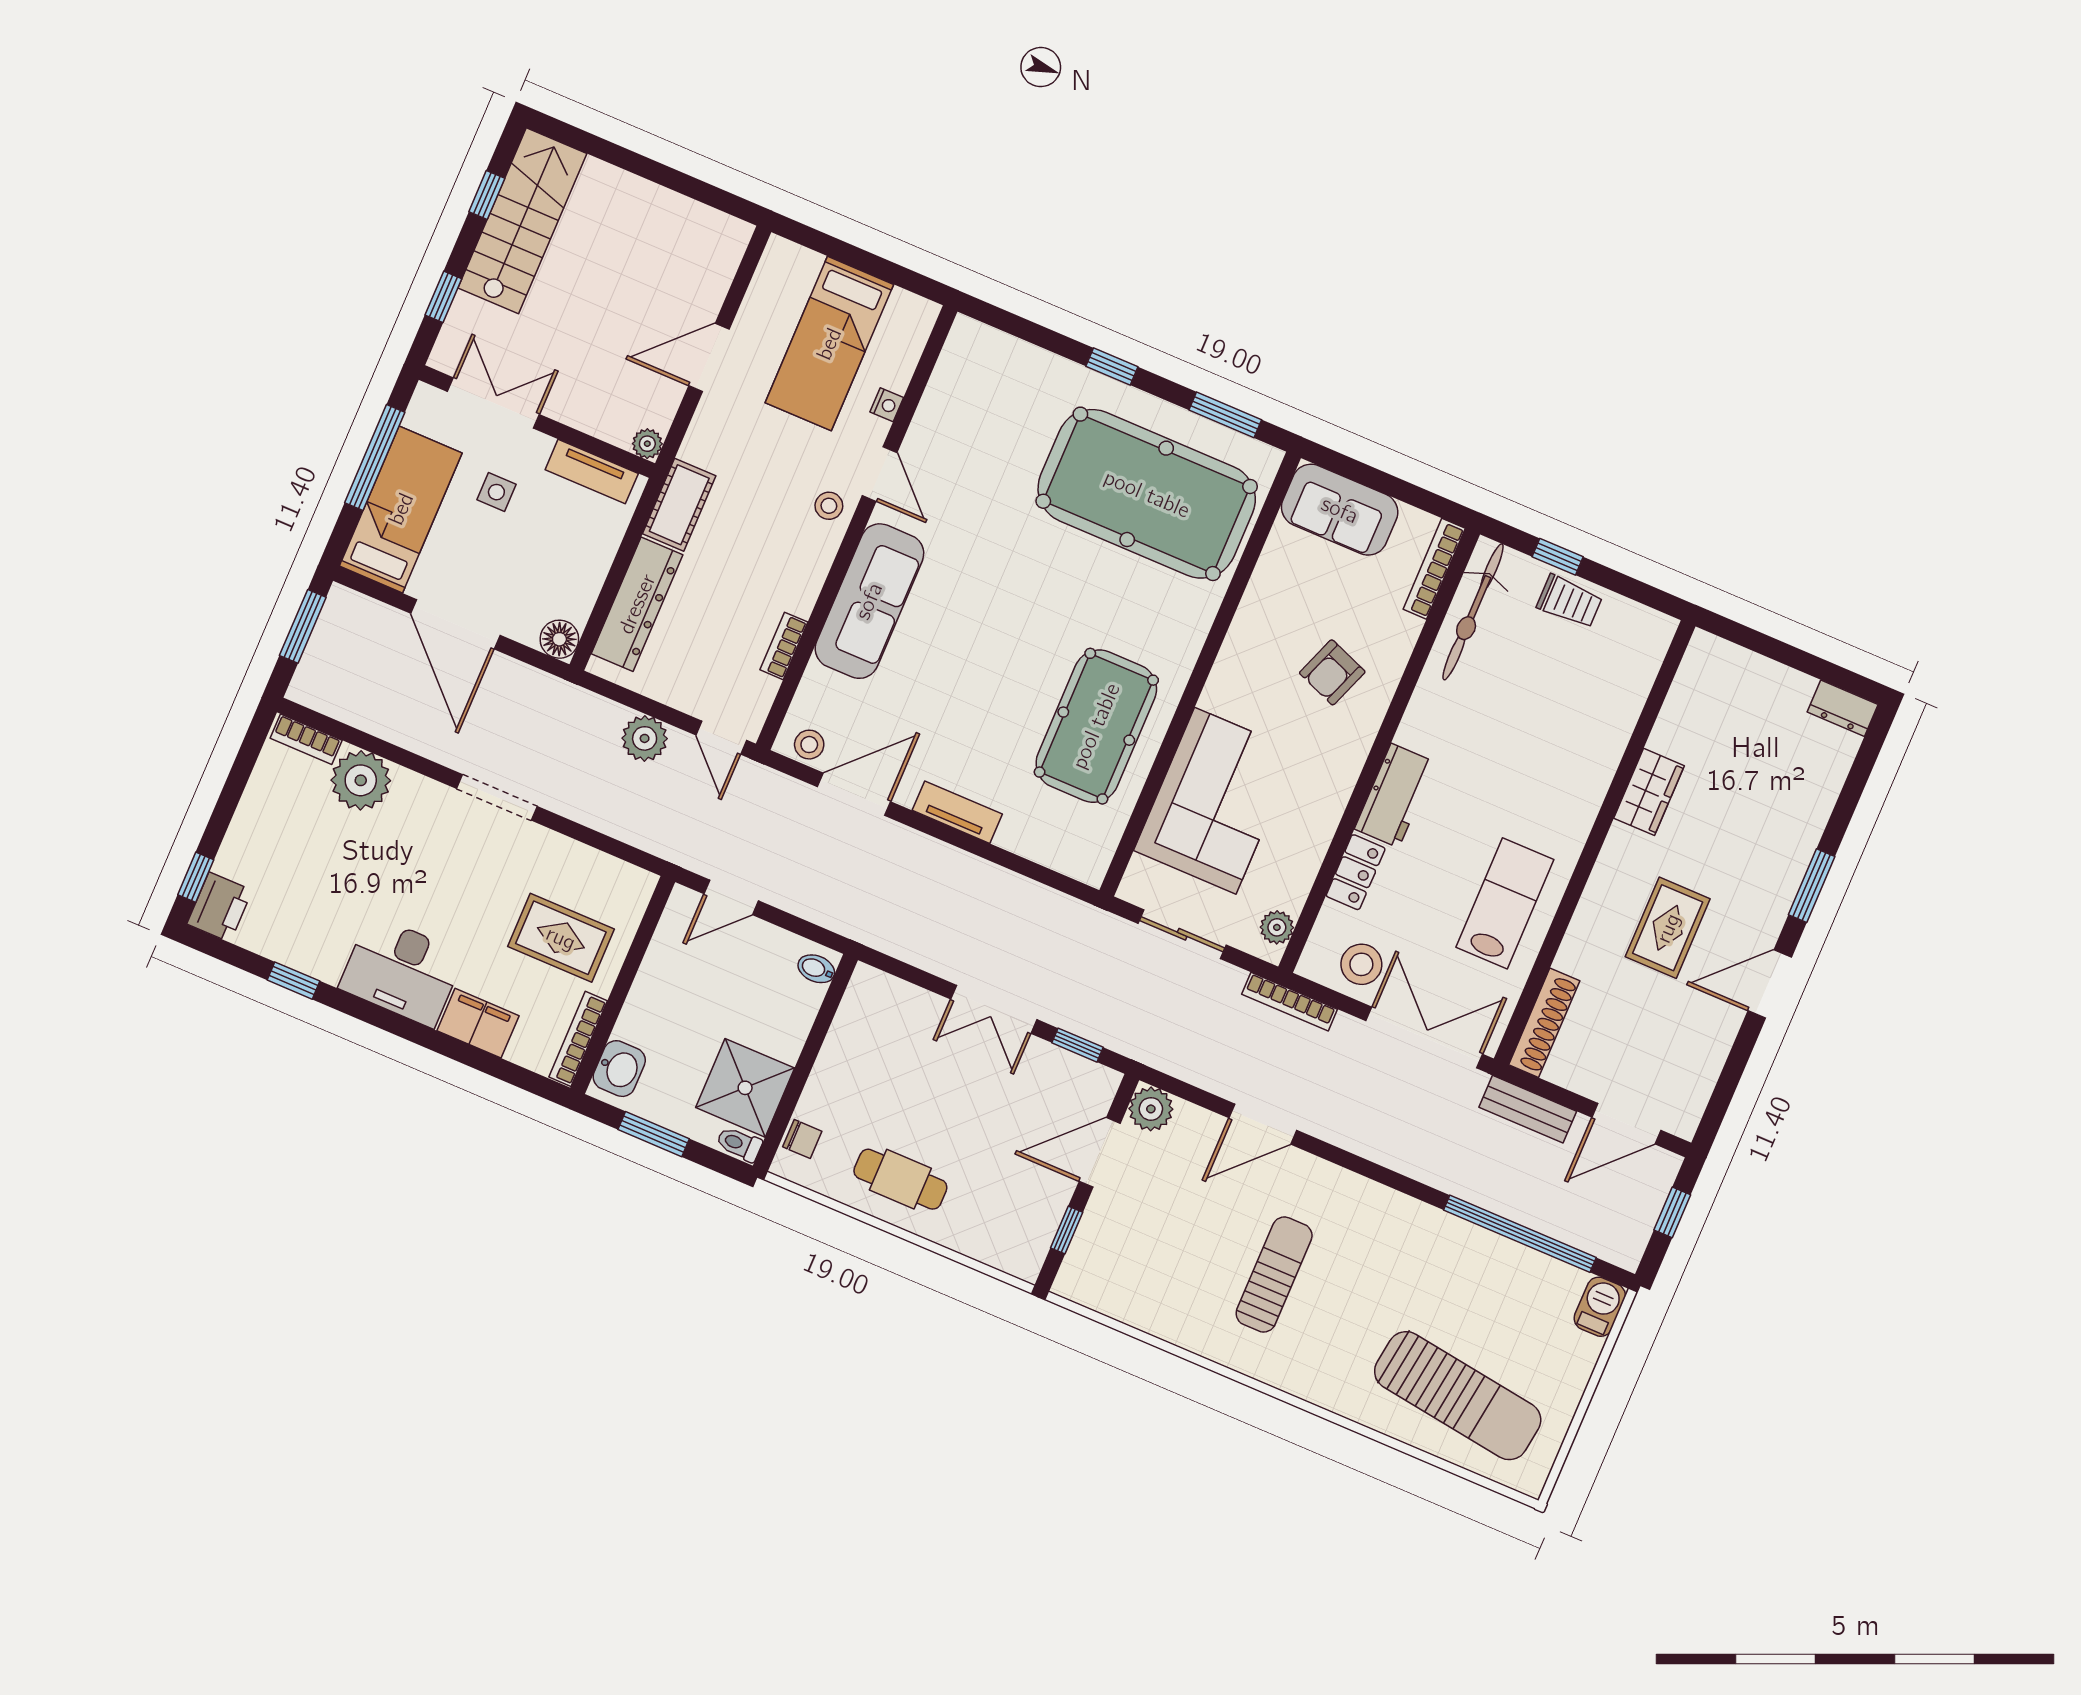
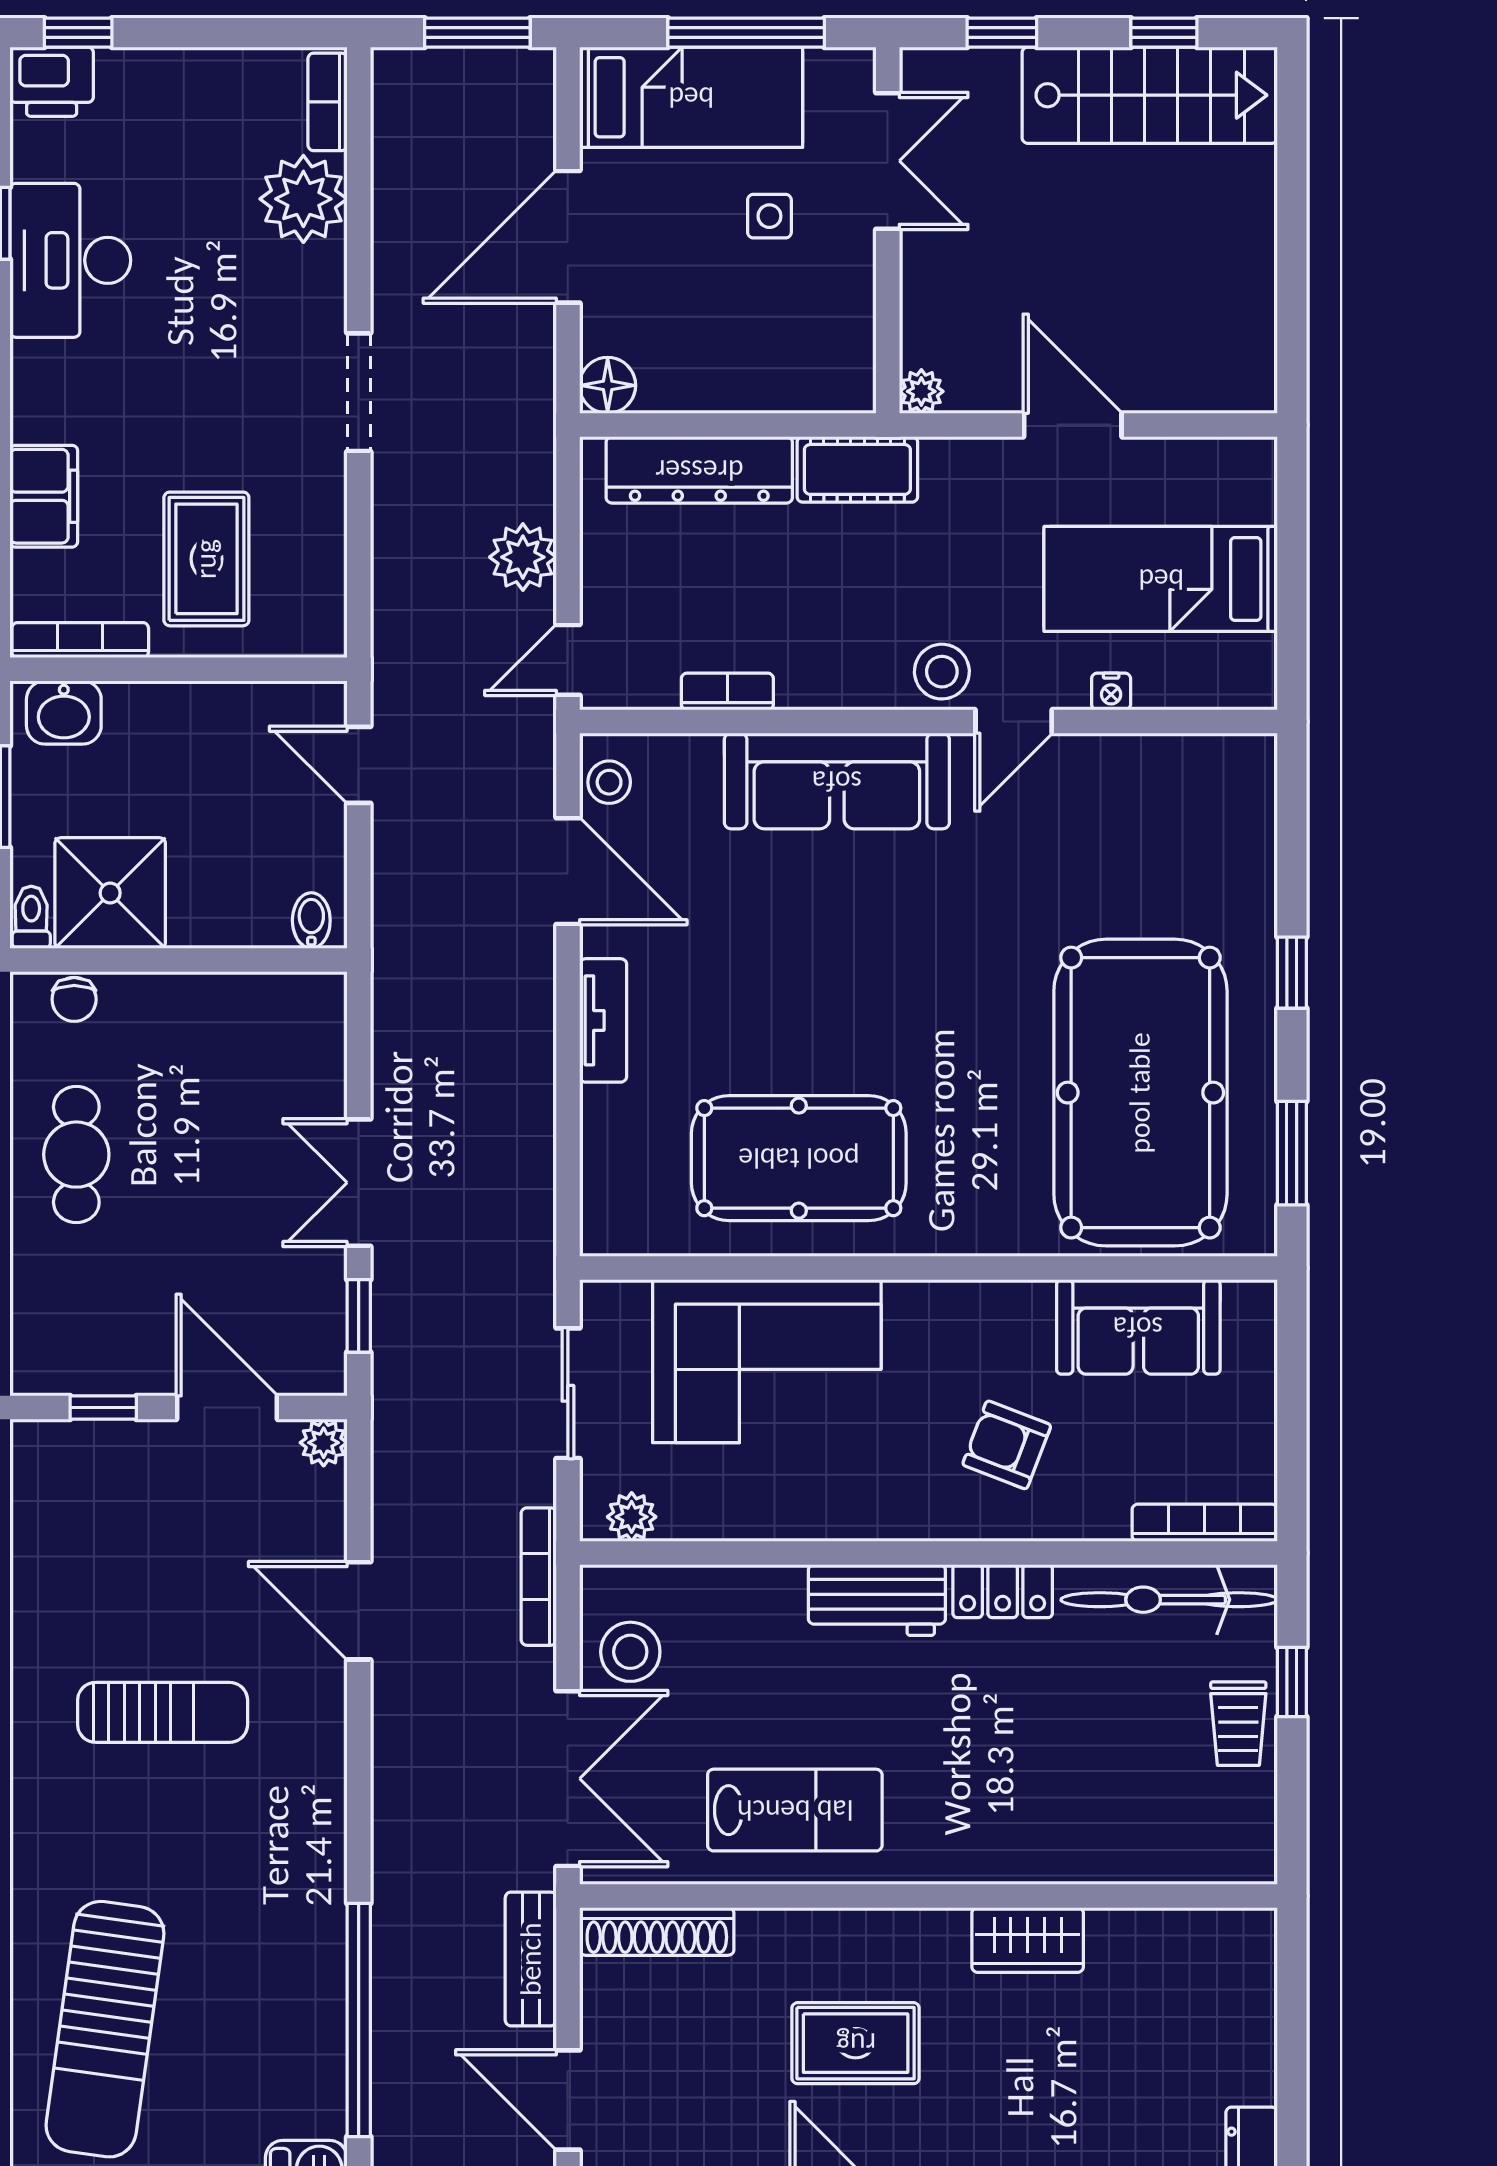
tv unit: (592, 472) -> (852, 333), removed
stool: (829, 506) -> (942, 672), width x1.37, depth x1.37
sofa: (1340, 510) -> (1138, 1327), moved, turned -90
locker: (1356, 872) -> (1003, 1591), moved
desk: (402, 971) -> (70, 260), moved
plant: (1151, 1109) -> (324, 1443), width x0.73, depth x0.73

